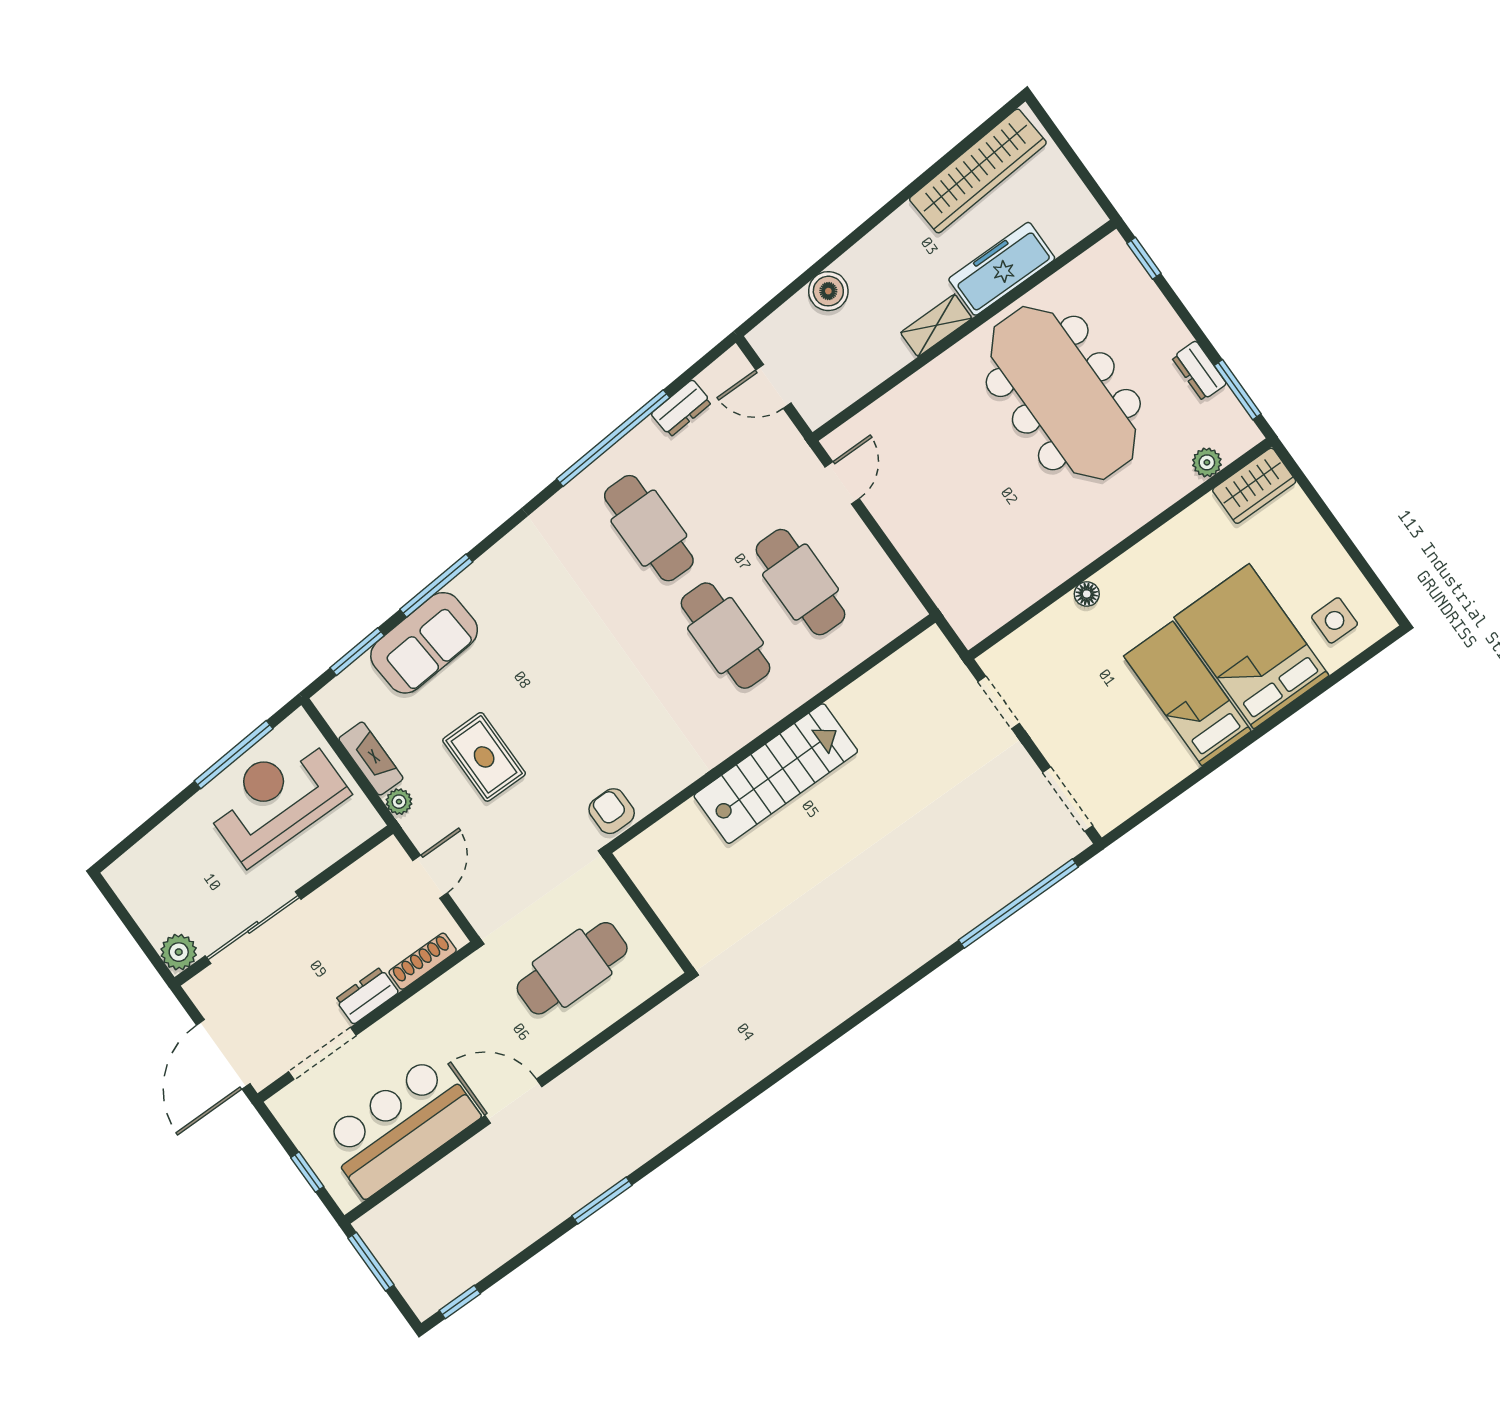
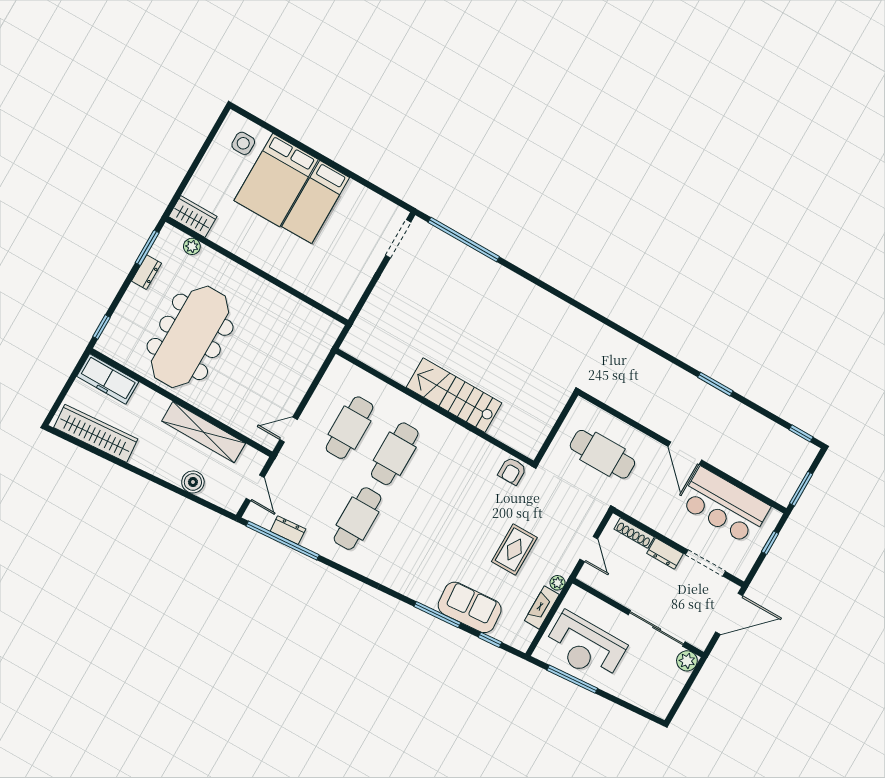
freezer: (1002, 269) -> (108, 379), moved
shelving: (936, 325) -> (204, 432), width x2.20, depth x1.33
window: (613, 438) -> (283, 541), moved
floor lamp: (1087, 594) -> (288, 277), removed
window: (357, 652) -> (490, 640), width x0.67
doorway: (999, 703) -> (365, 297), removed
door: (430, 877) -> (589, 549), swing flipped

